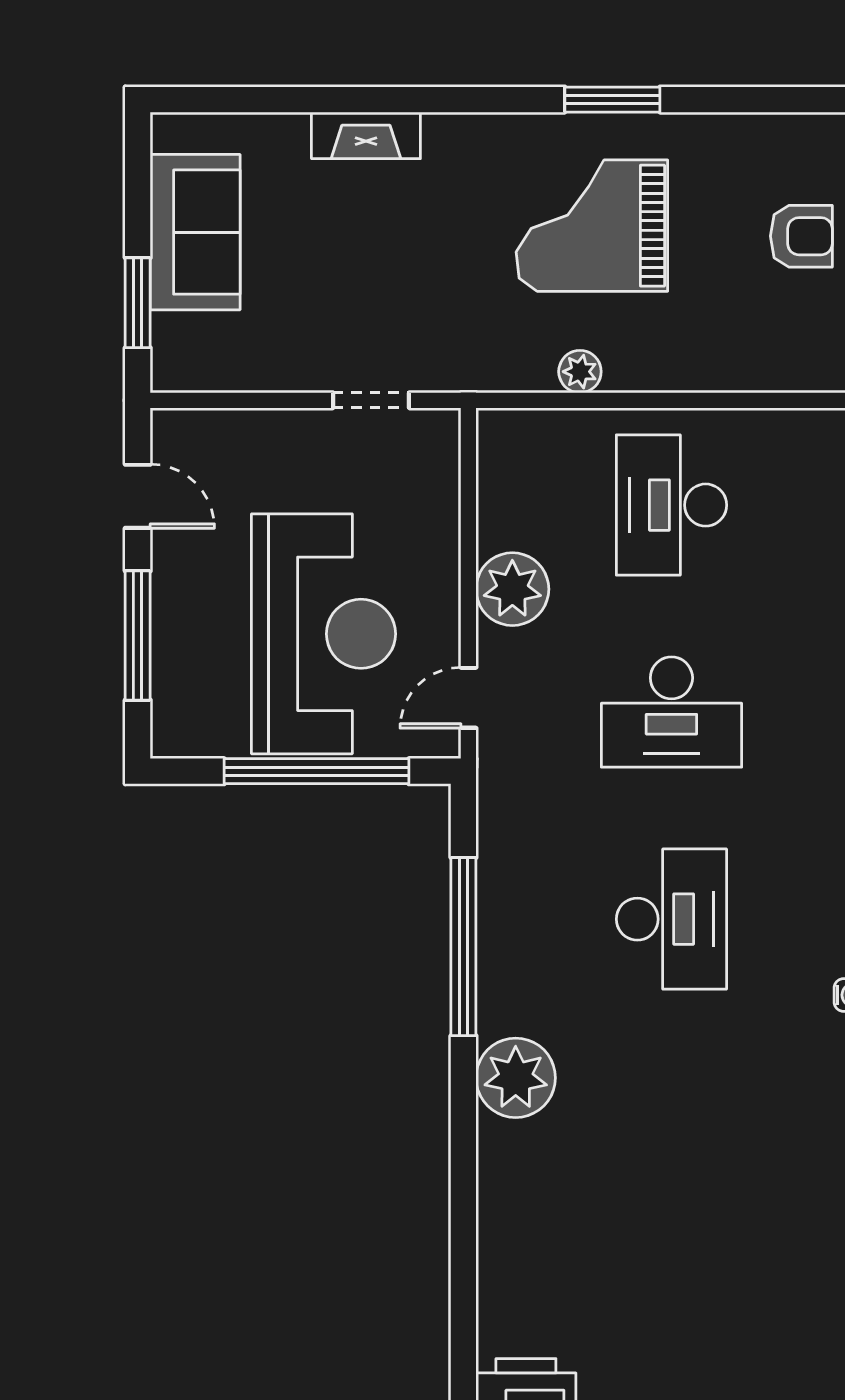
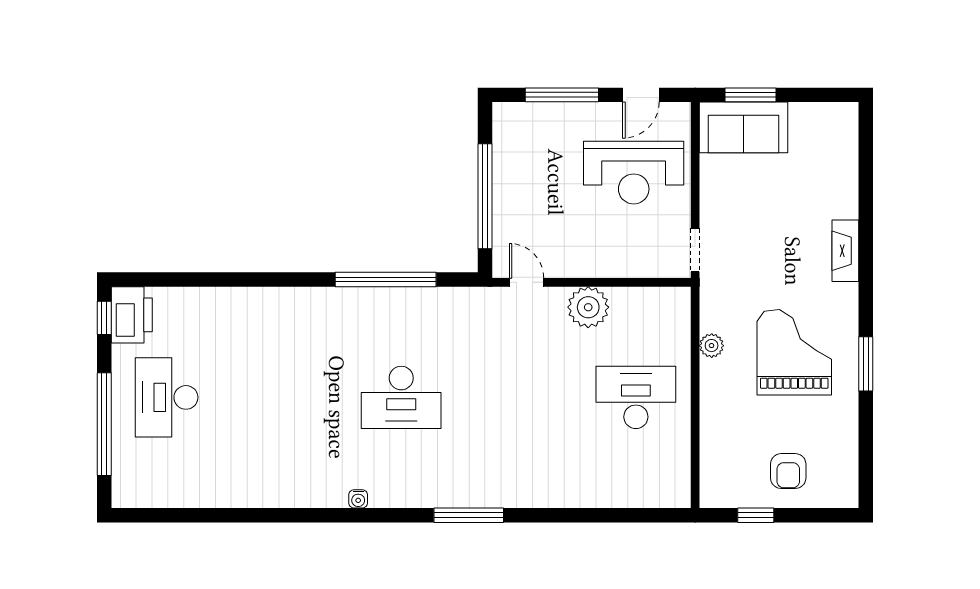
fireplace: (366, 135) -> (845, 251), moved
sofa: (195, 232) -> (744, 127), moved
doorway: (371, 400) -> (695, 250), moved
reception desk: (323, 634) -> (634, 173), moved, width x0.74, depth x0.77
desk: (671, 712) -> (167, 397), moved
plant: (516, 1078) -> (311, 309), removed

